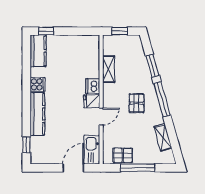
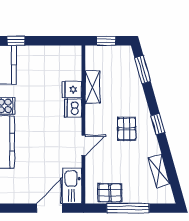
window: (153, 66) -> (143, 70), moved
window: (162, 99) -> (158, 124), width x0.46
fridge: (92, 101) -> (72, 90), moved

